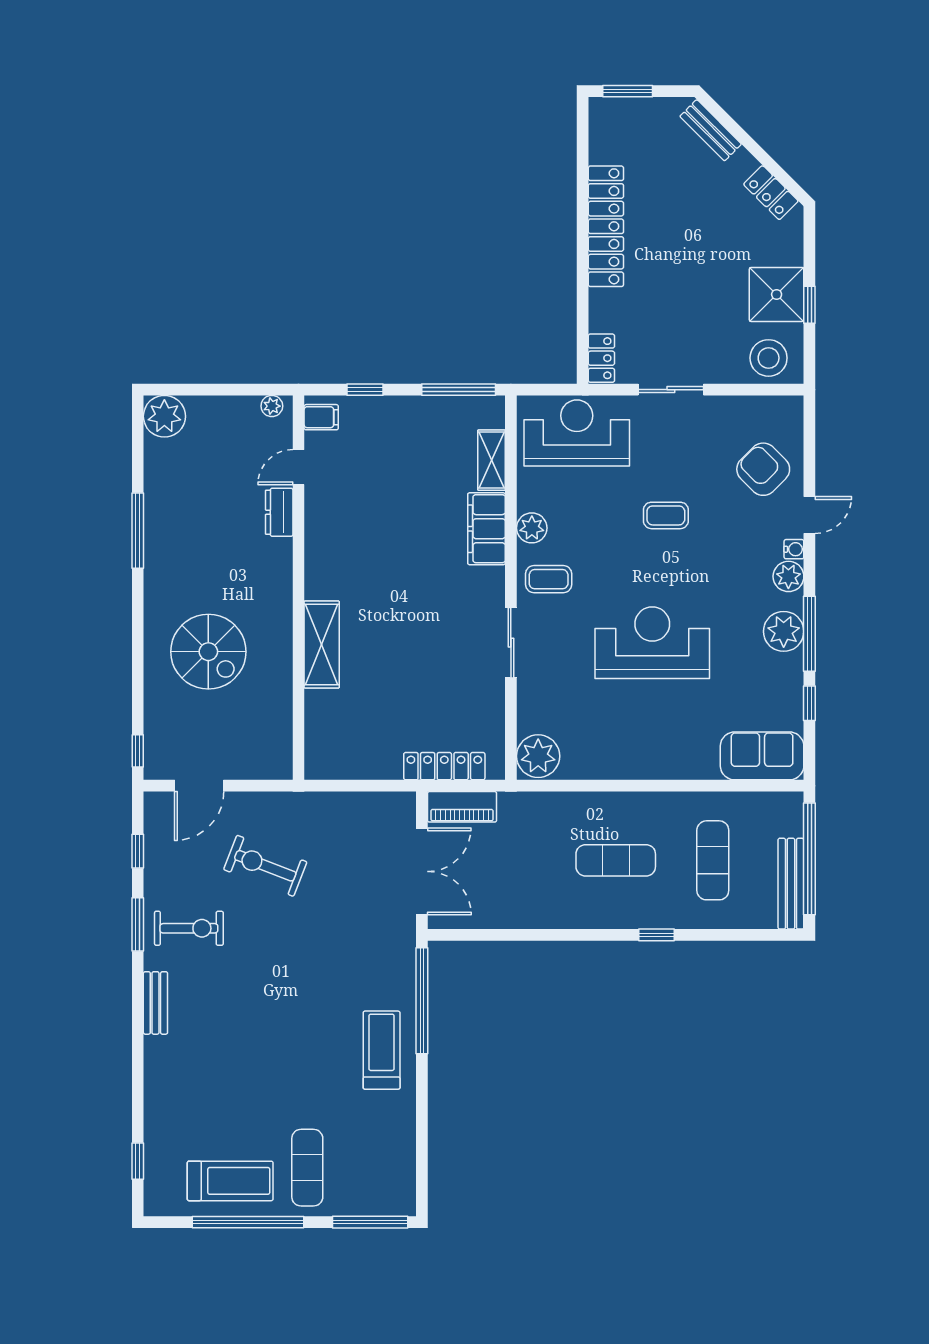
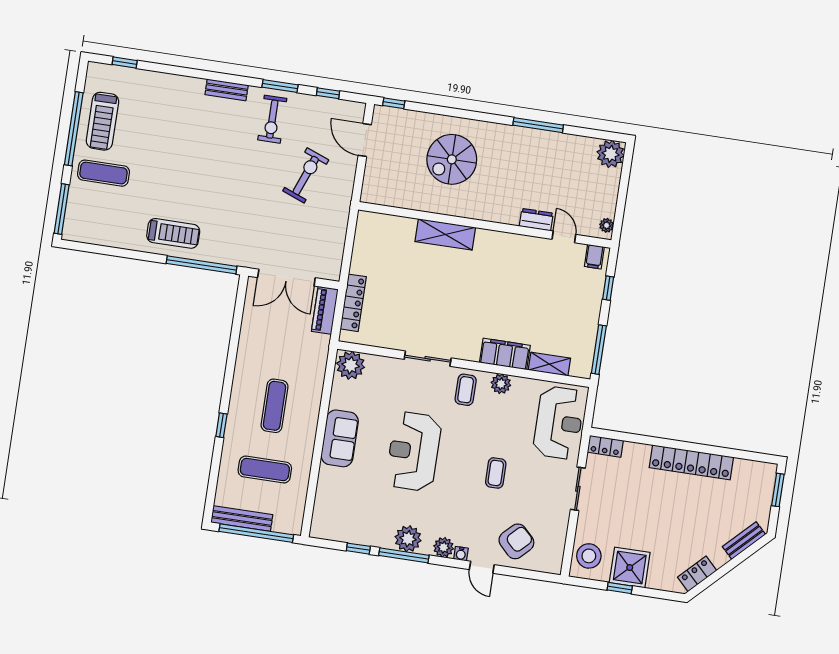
reception desk: (652, 643) -> (414, 451), turned 180
sofa: (762, 756) -> (340, 438), moved

